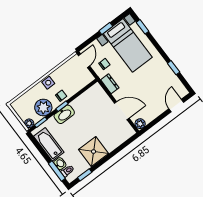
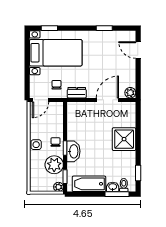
window: (106, 28) -> (27, 61), removed
door: (84, 61) -> (41, 100), swing flipped
shower: (94, 152) -> (124, 139), moved

